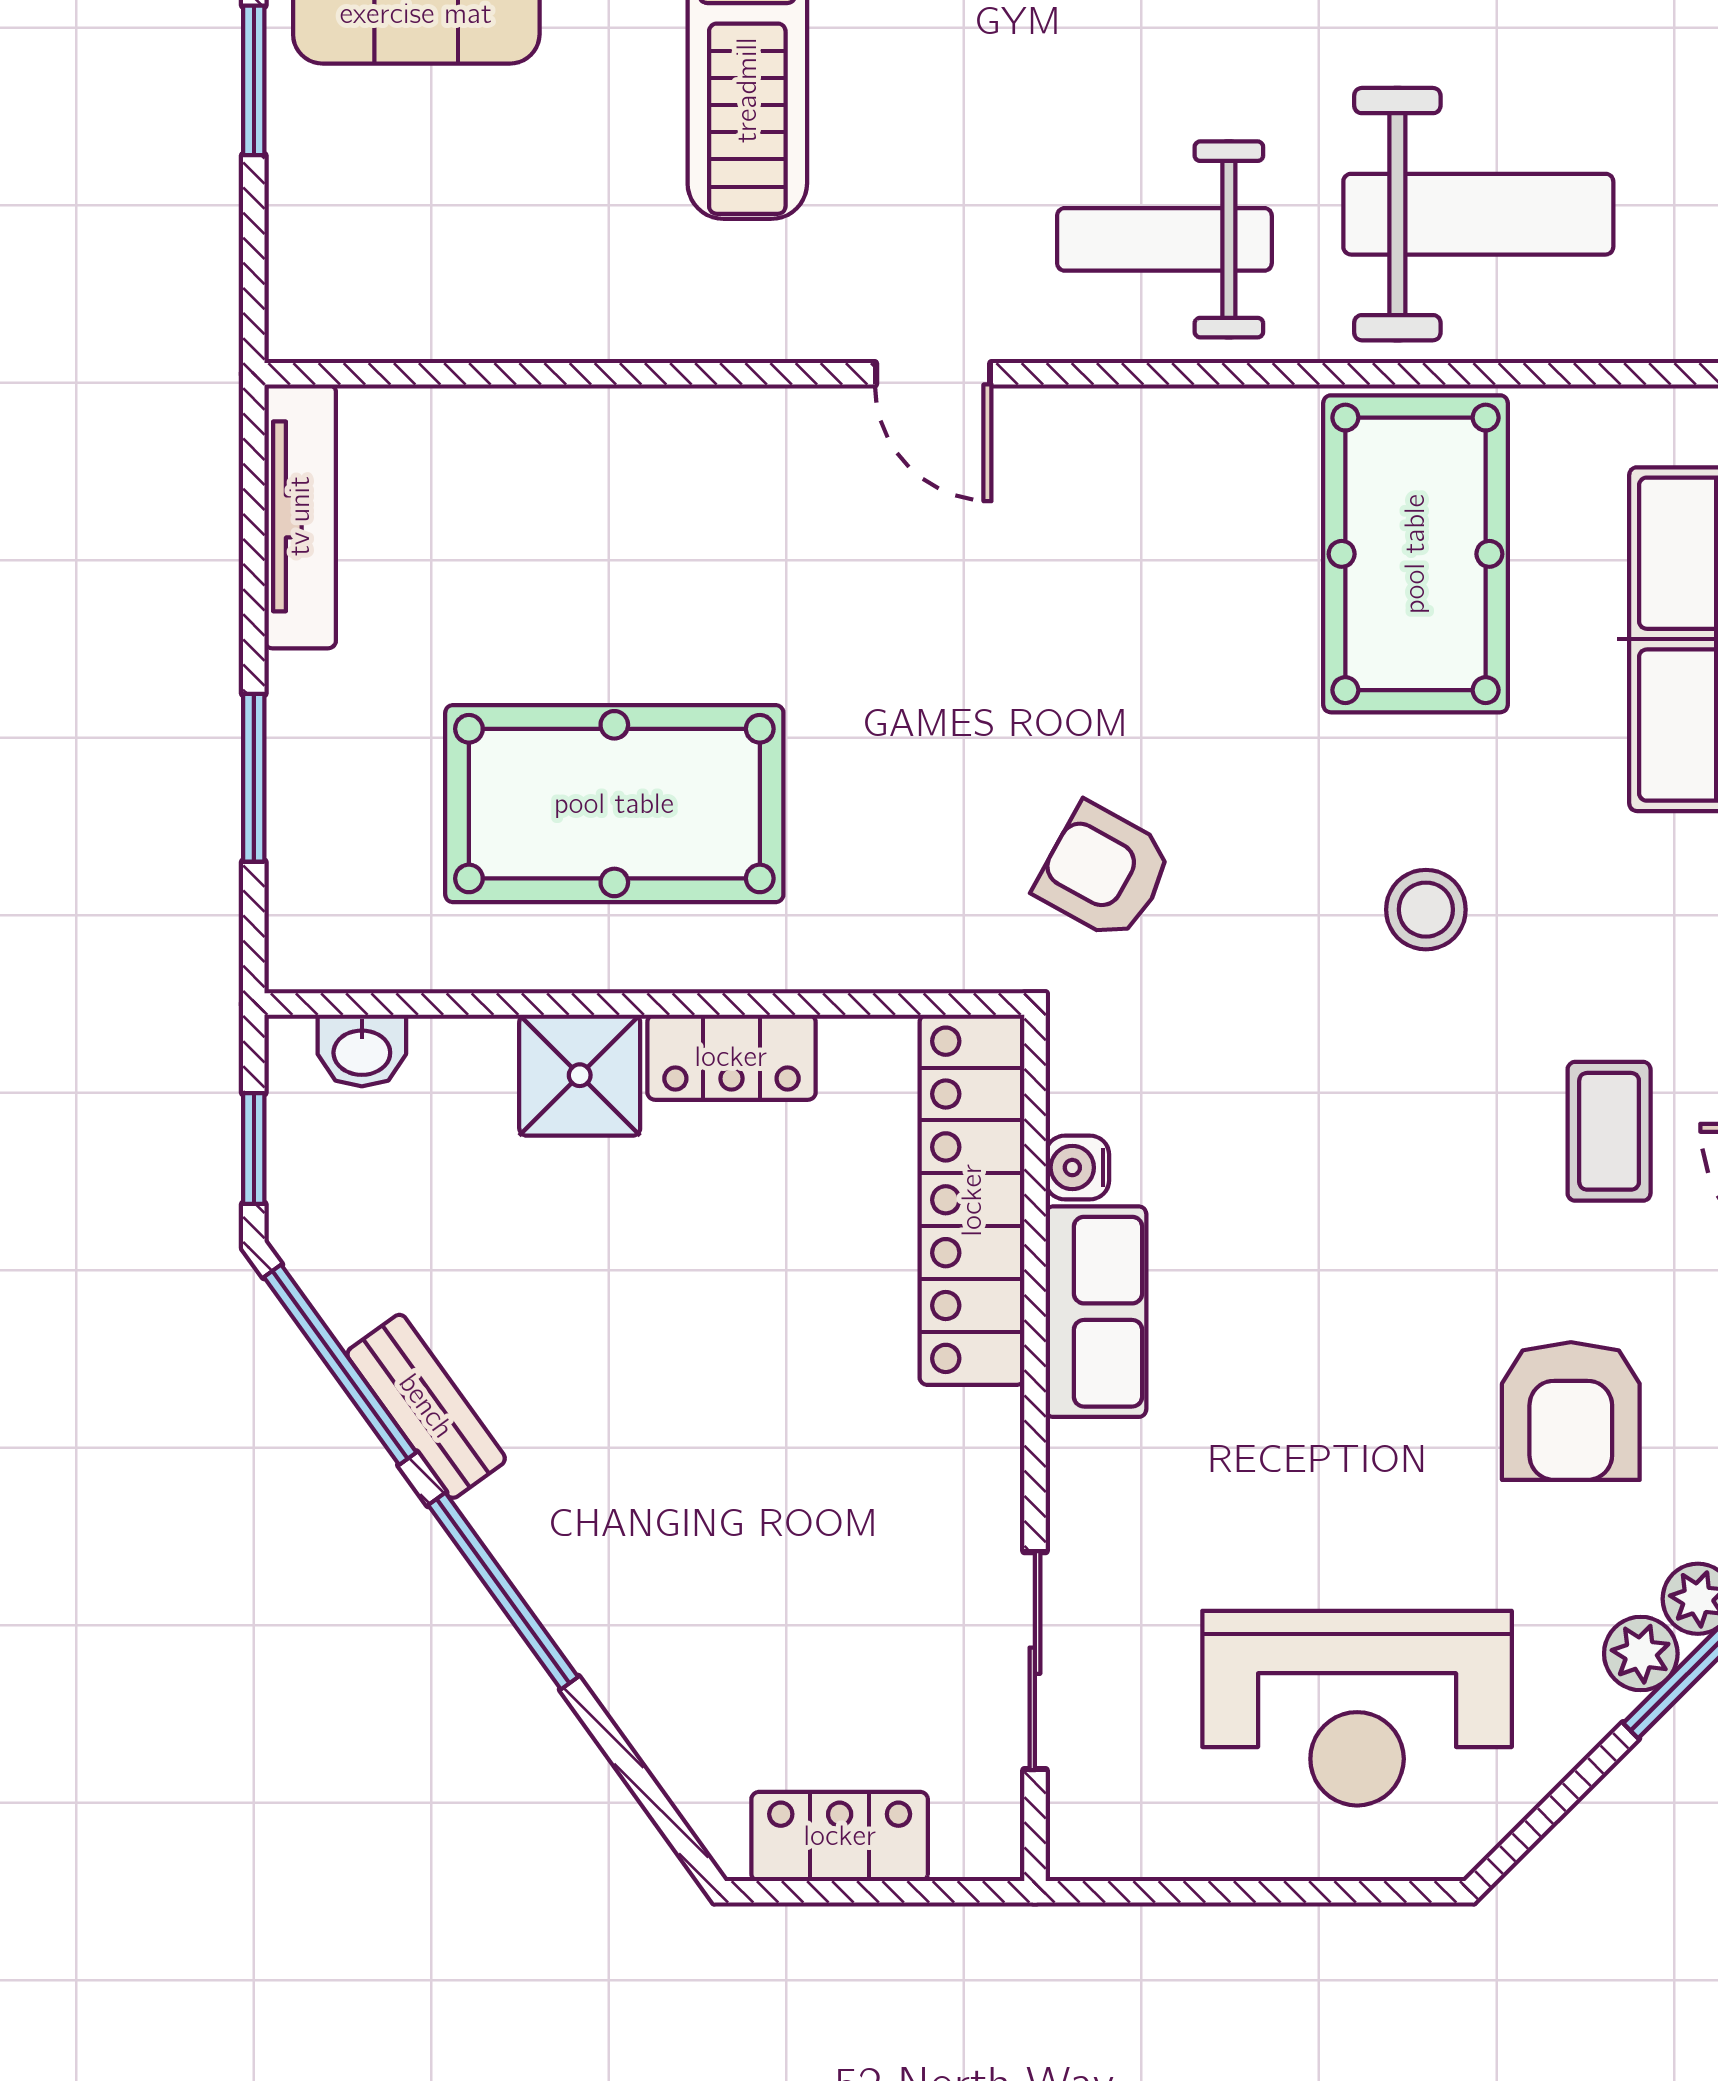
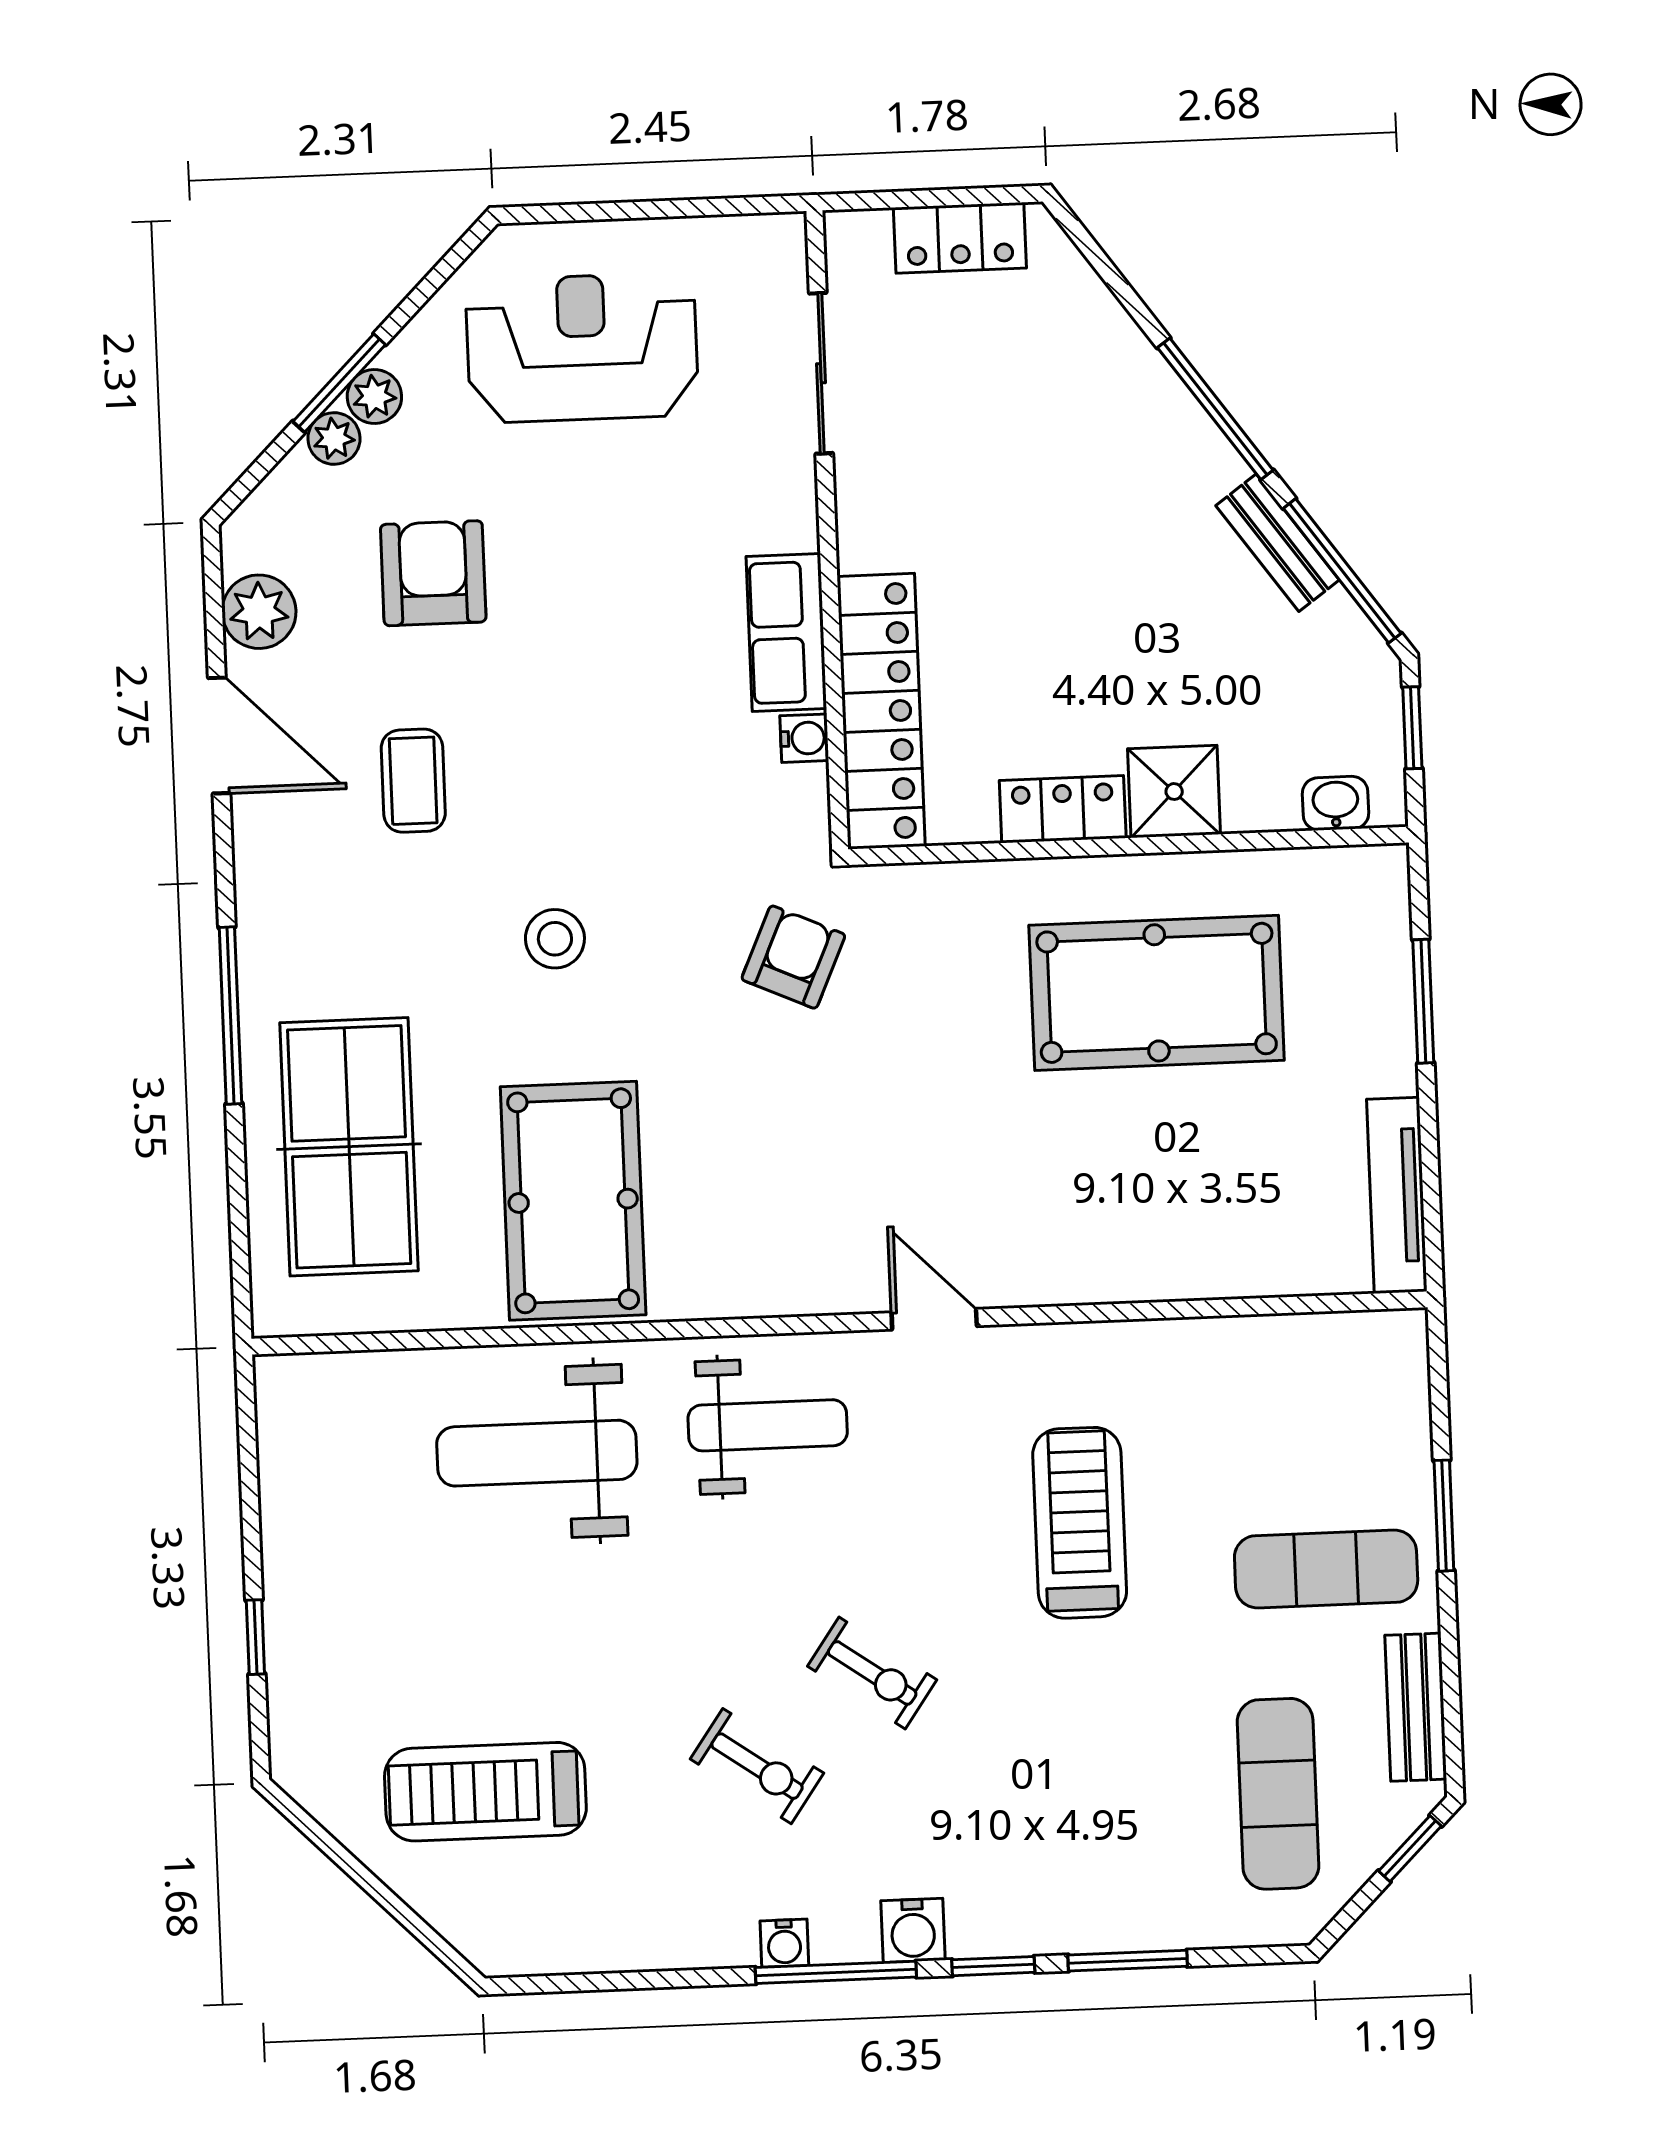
armchair: (1104, 872) -> (793, 957), turned -95

